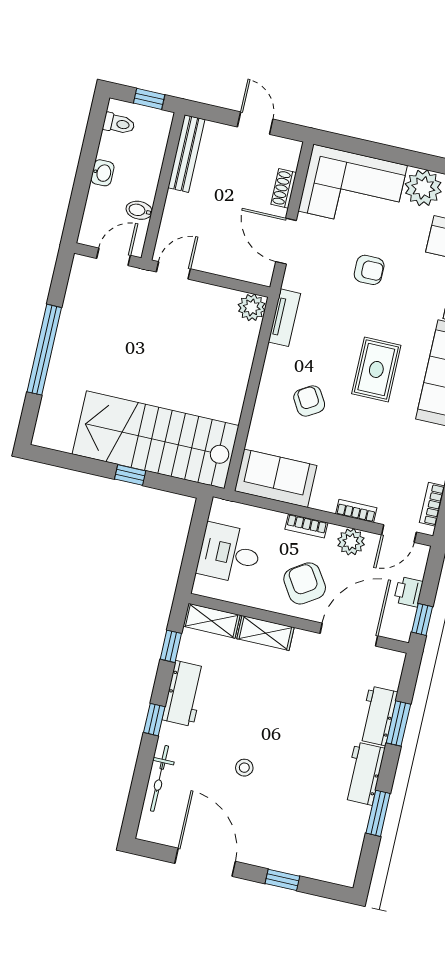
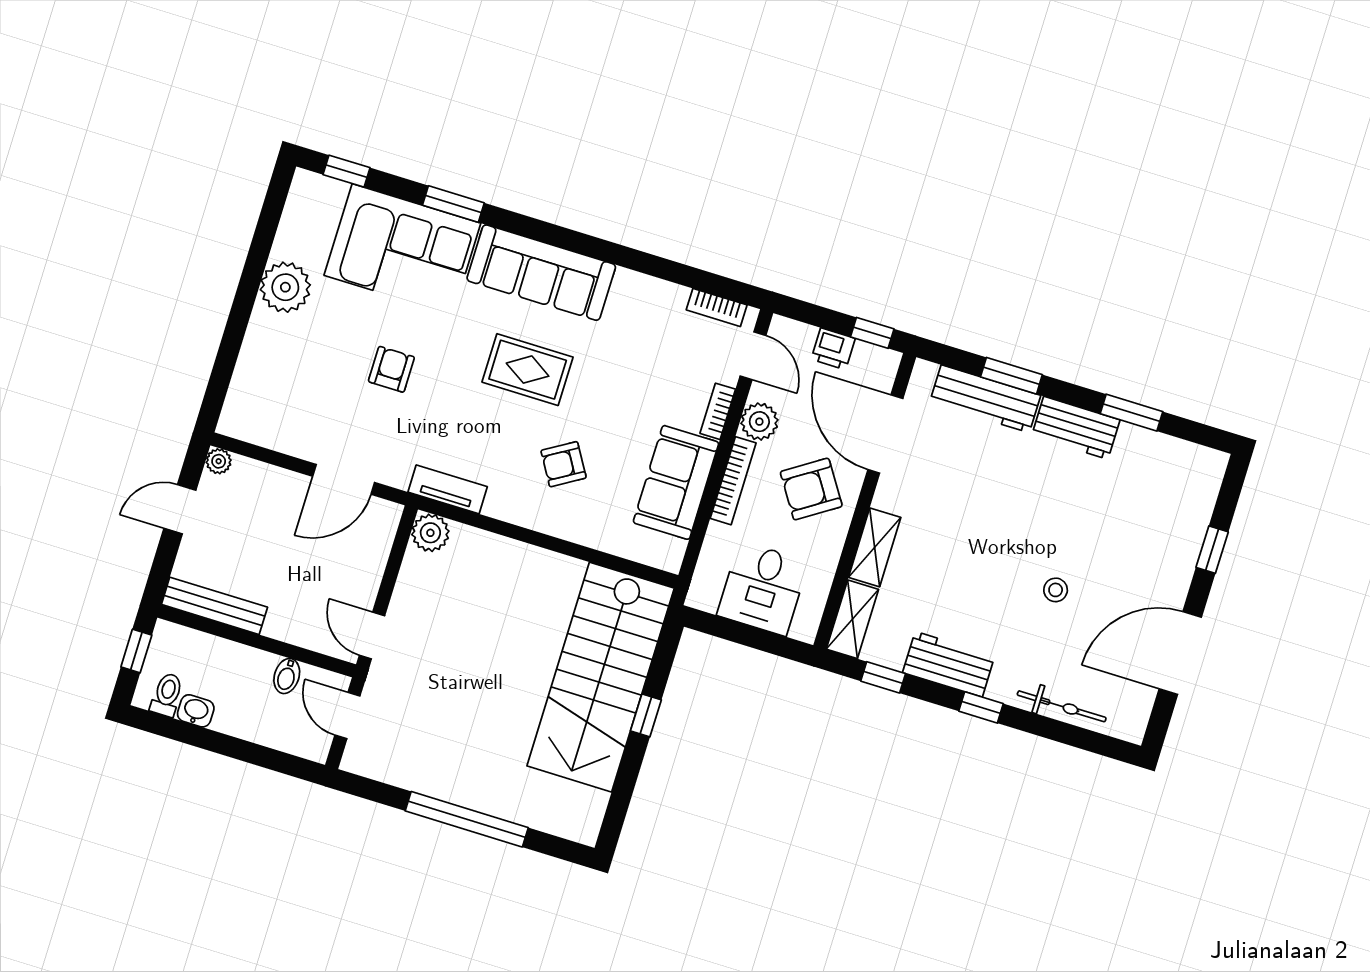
plant: (292, 149) -> (219, 461), added
washbasin: (102, 173) -> (196, 711), moved
shoe rack: (284, 188) -> (272, 477), removed
corner sofa: (353, 188) -> (279, 383), removed
sofa: (276, 478) -> (676, 482), moved
bookcase: (306, 526) -> (733, 481), width x1.56
workbench: (378, 716) -> (985, 399), width x1.38

